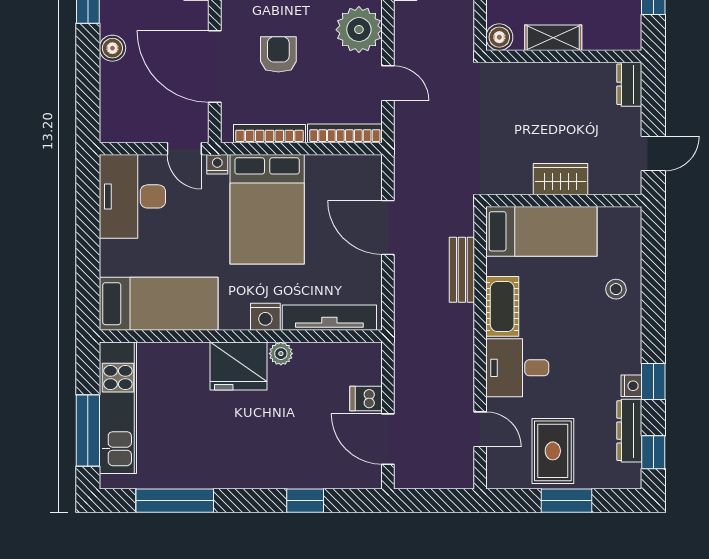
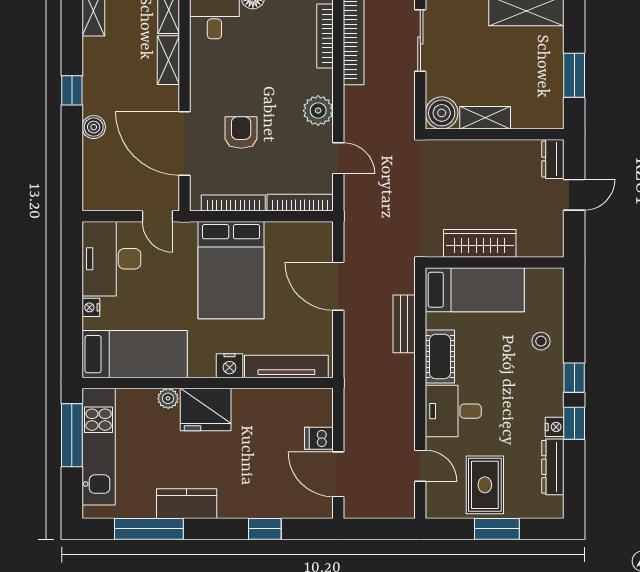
plant: (359, 30) -> (318, 111), width x0.73, depth x0.73
boiler: (499, 37) -> (442, 113), width x1.36, depth x1.36
door: (653, 154) -> (574, 195), moved
nightstand: (217, 164) -> (91, 307), moved, turned -90
wardrobe: (561, 179) -> (480, 243), width x1.50
plant: (281, 354) -> (168, 398), moved
window: (88, 430) -> (72, 435), moved
window: (653, 452) -> (574, 378), moved
kitchen counter: (217, 472) -> (187, 504), added

